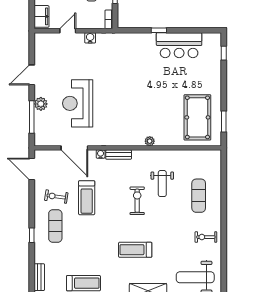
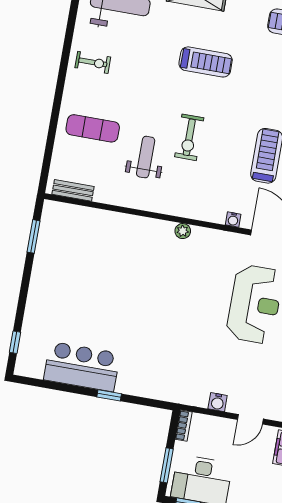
pool table: (197, 117) -> (73, 250), removed
plant: (150, 141) -> (183, 231), moved
bench: (119, 155) -> (73, 190), moved
exercise mat: (199, 196) -> (93, 128), turned 90

